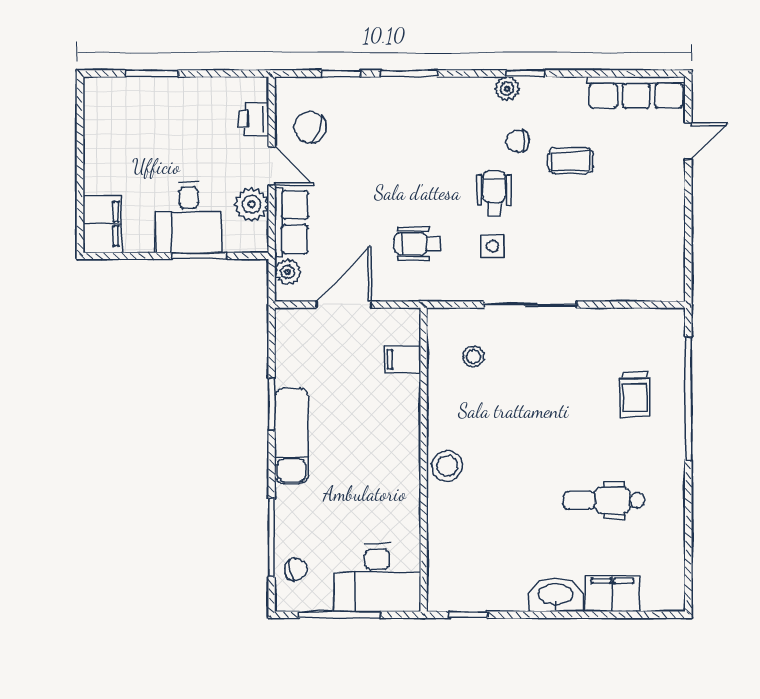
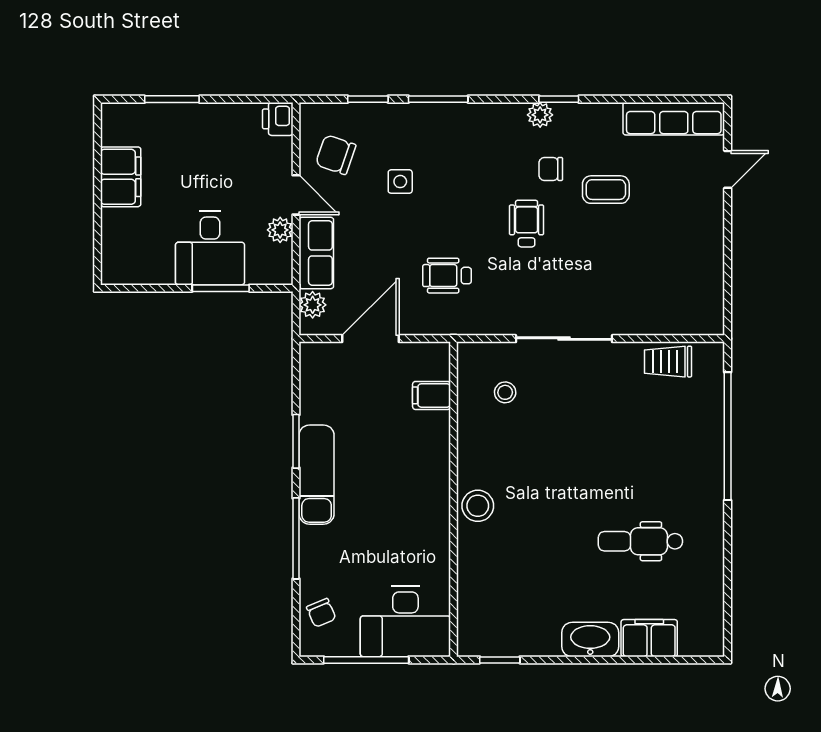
printer: (254, 119) -> (278, 119), moved
plant: (252, 204) -> (280, 230), width x0.73, depth x0.73
filing cabinet: (102, 224) -> (121, 177), moved
side table: (493, 246) -> (400, 182), moved
trolley: (635, 394) -> (668, 362), moved, turned 90
window: (272, 538) -> (296, 538), moved
chair: (296, 569) -> (321, 613), turned 79

